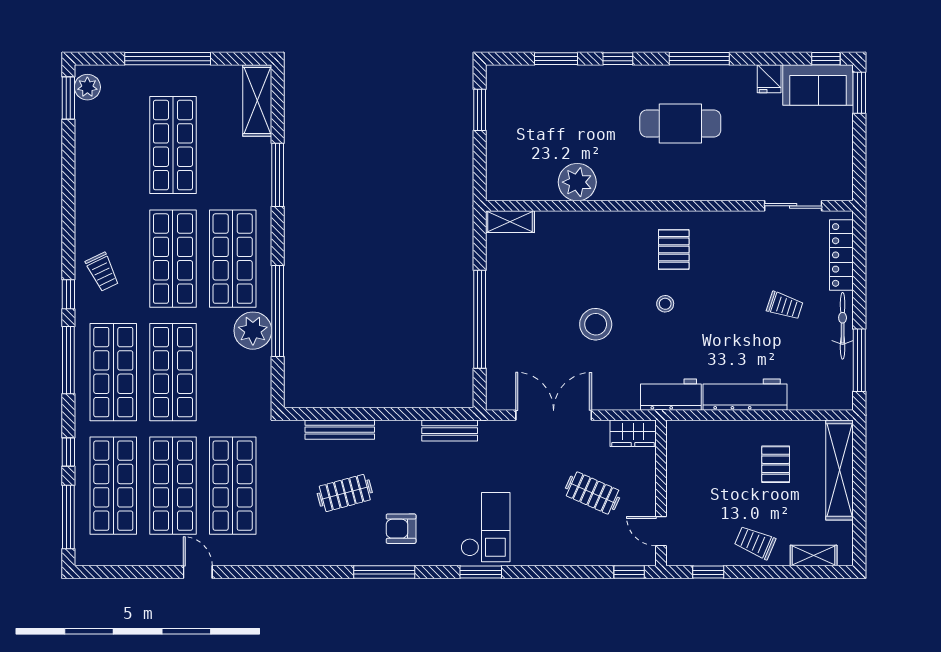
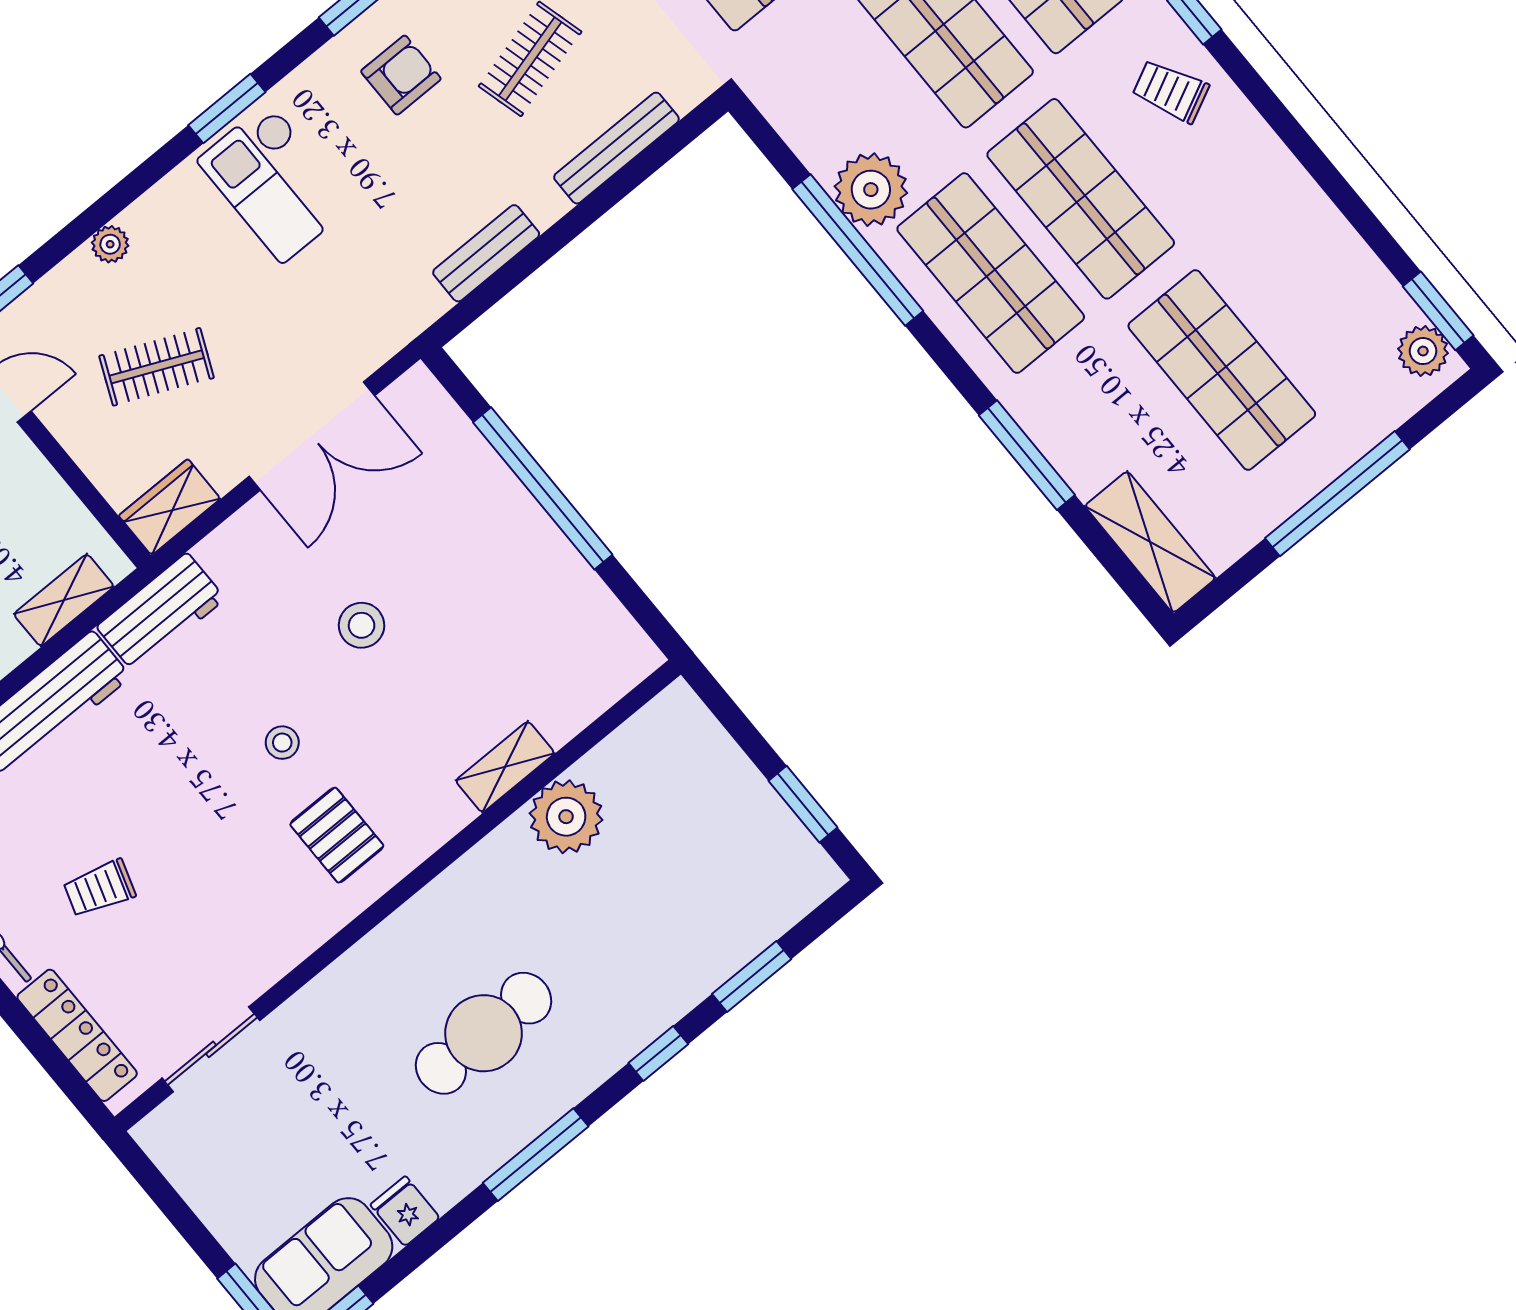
shelving: (510, 222) -> (505, 767), moved
stool: (596, 324) -> (362, 625), width x0.73, depth x0.73
bench: (450, 431) -> (486, 253), moved
shelving: (705, 431) -> (64, 600), added
plant: (571, 557) -> (110, 244), added

